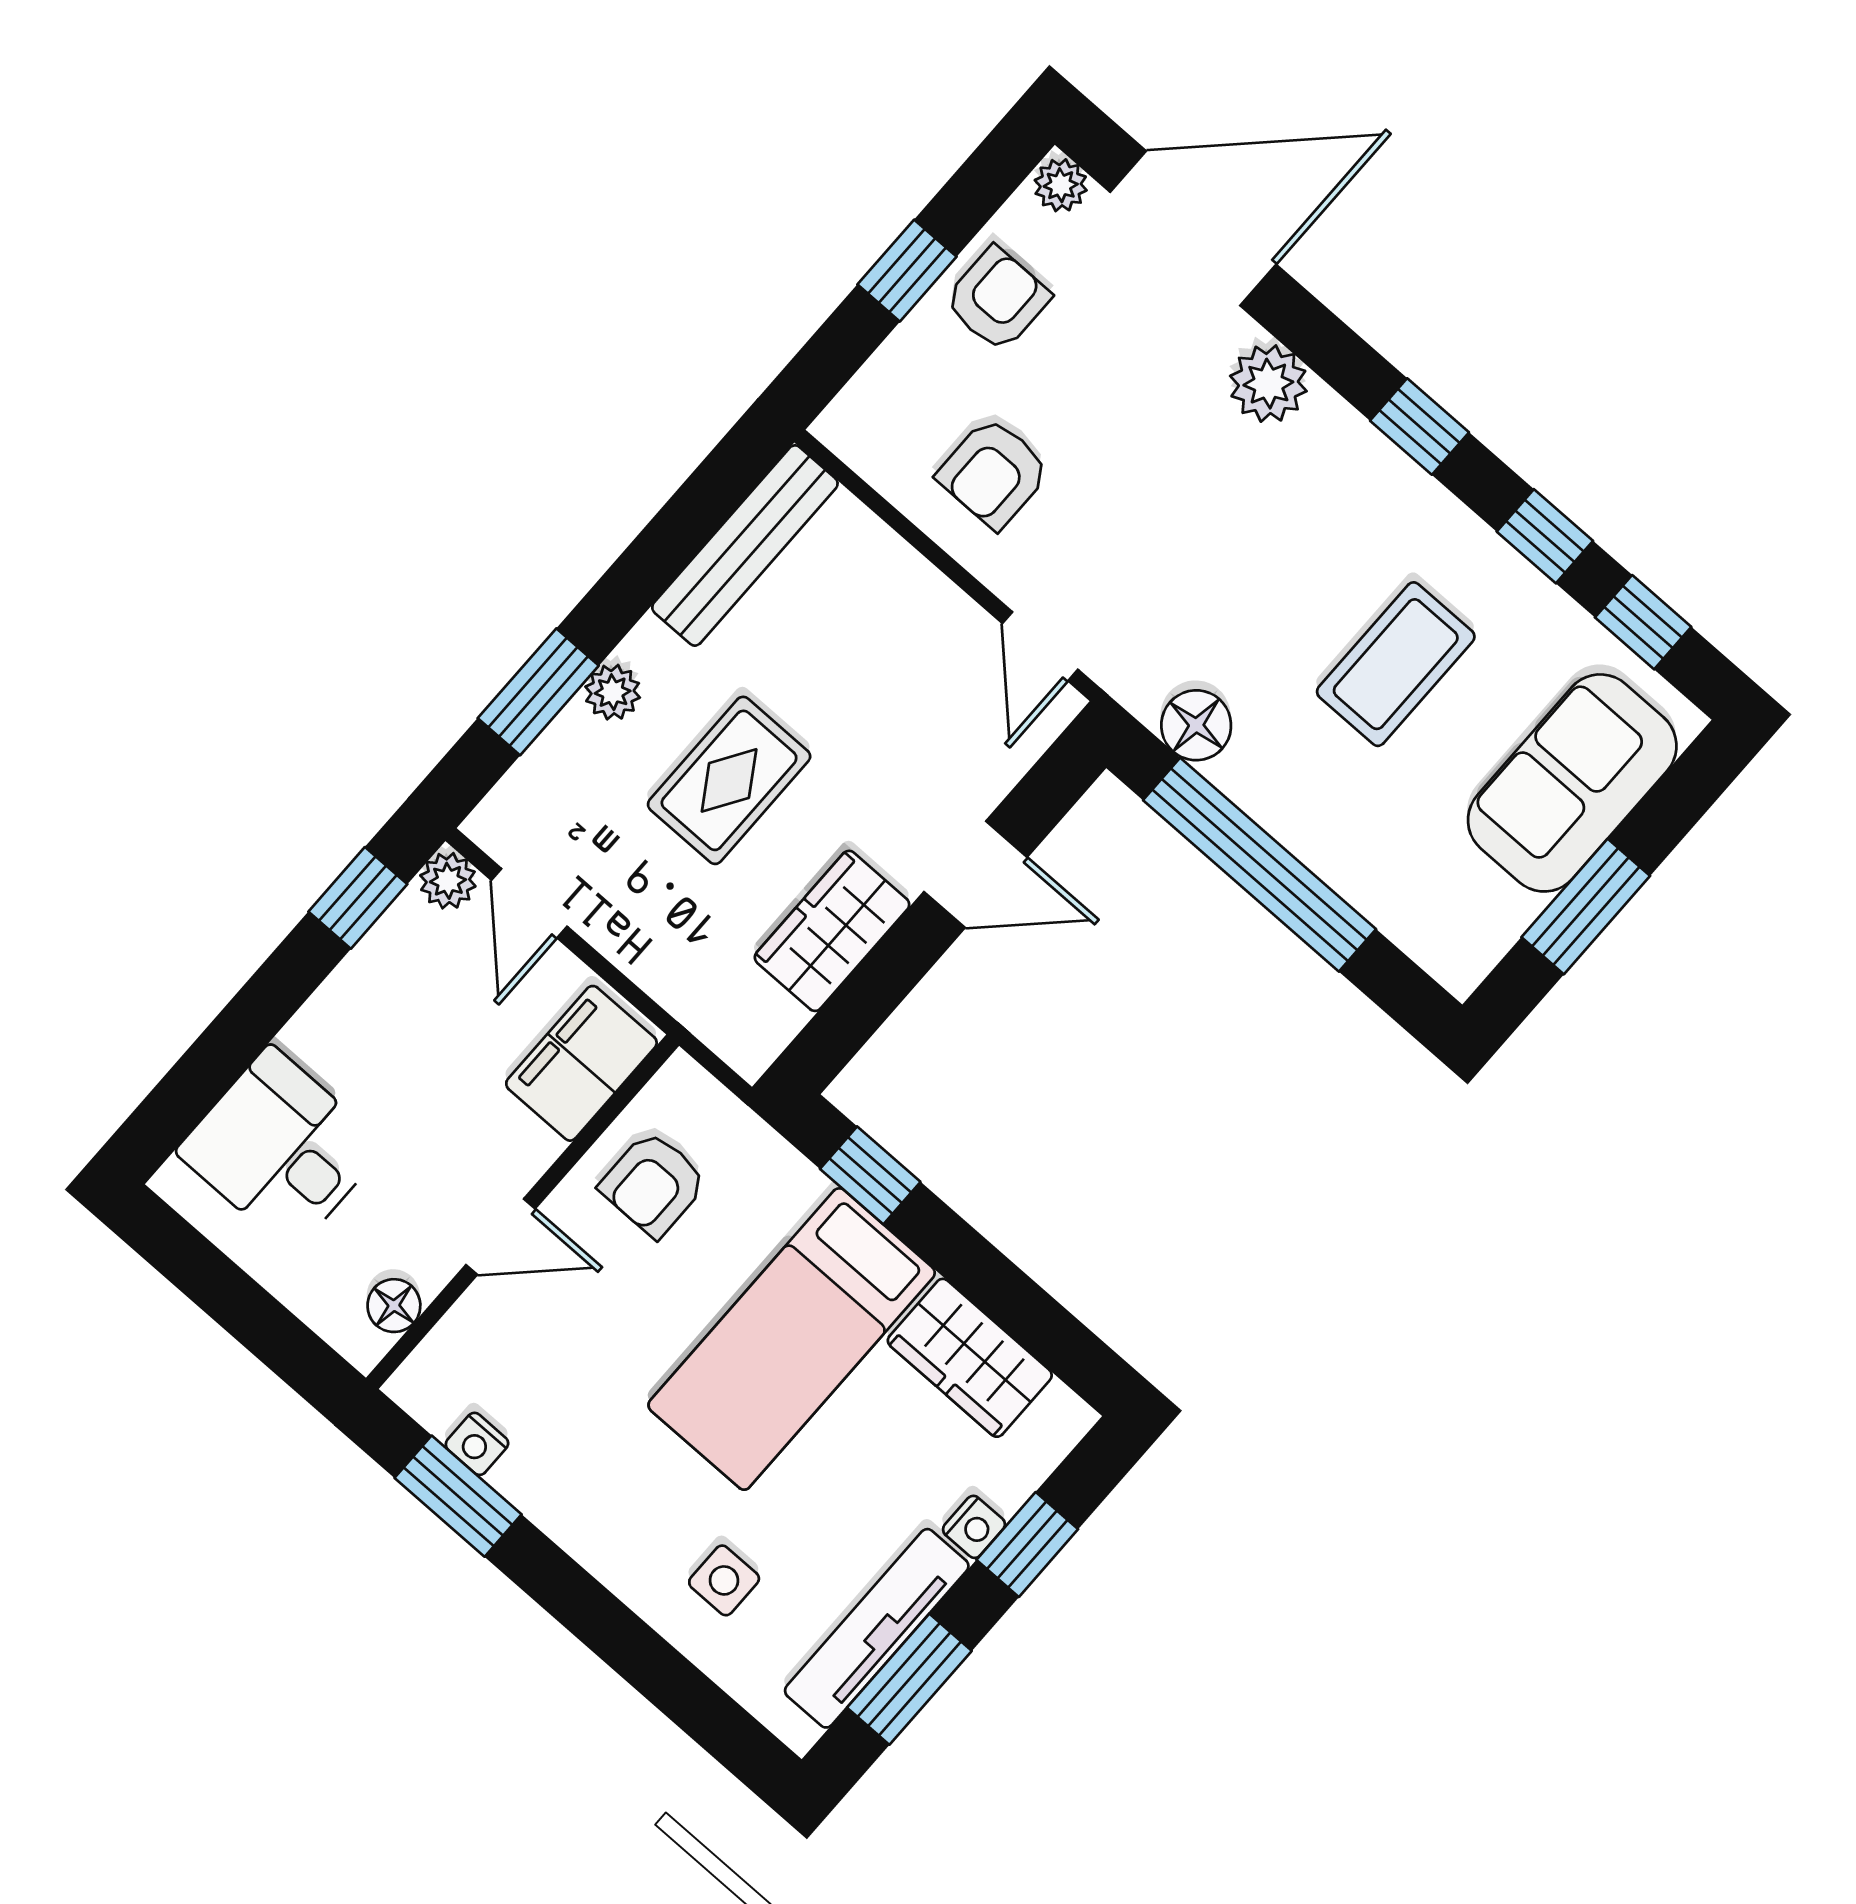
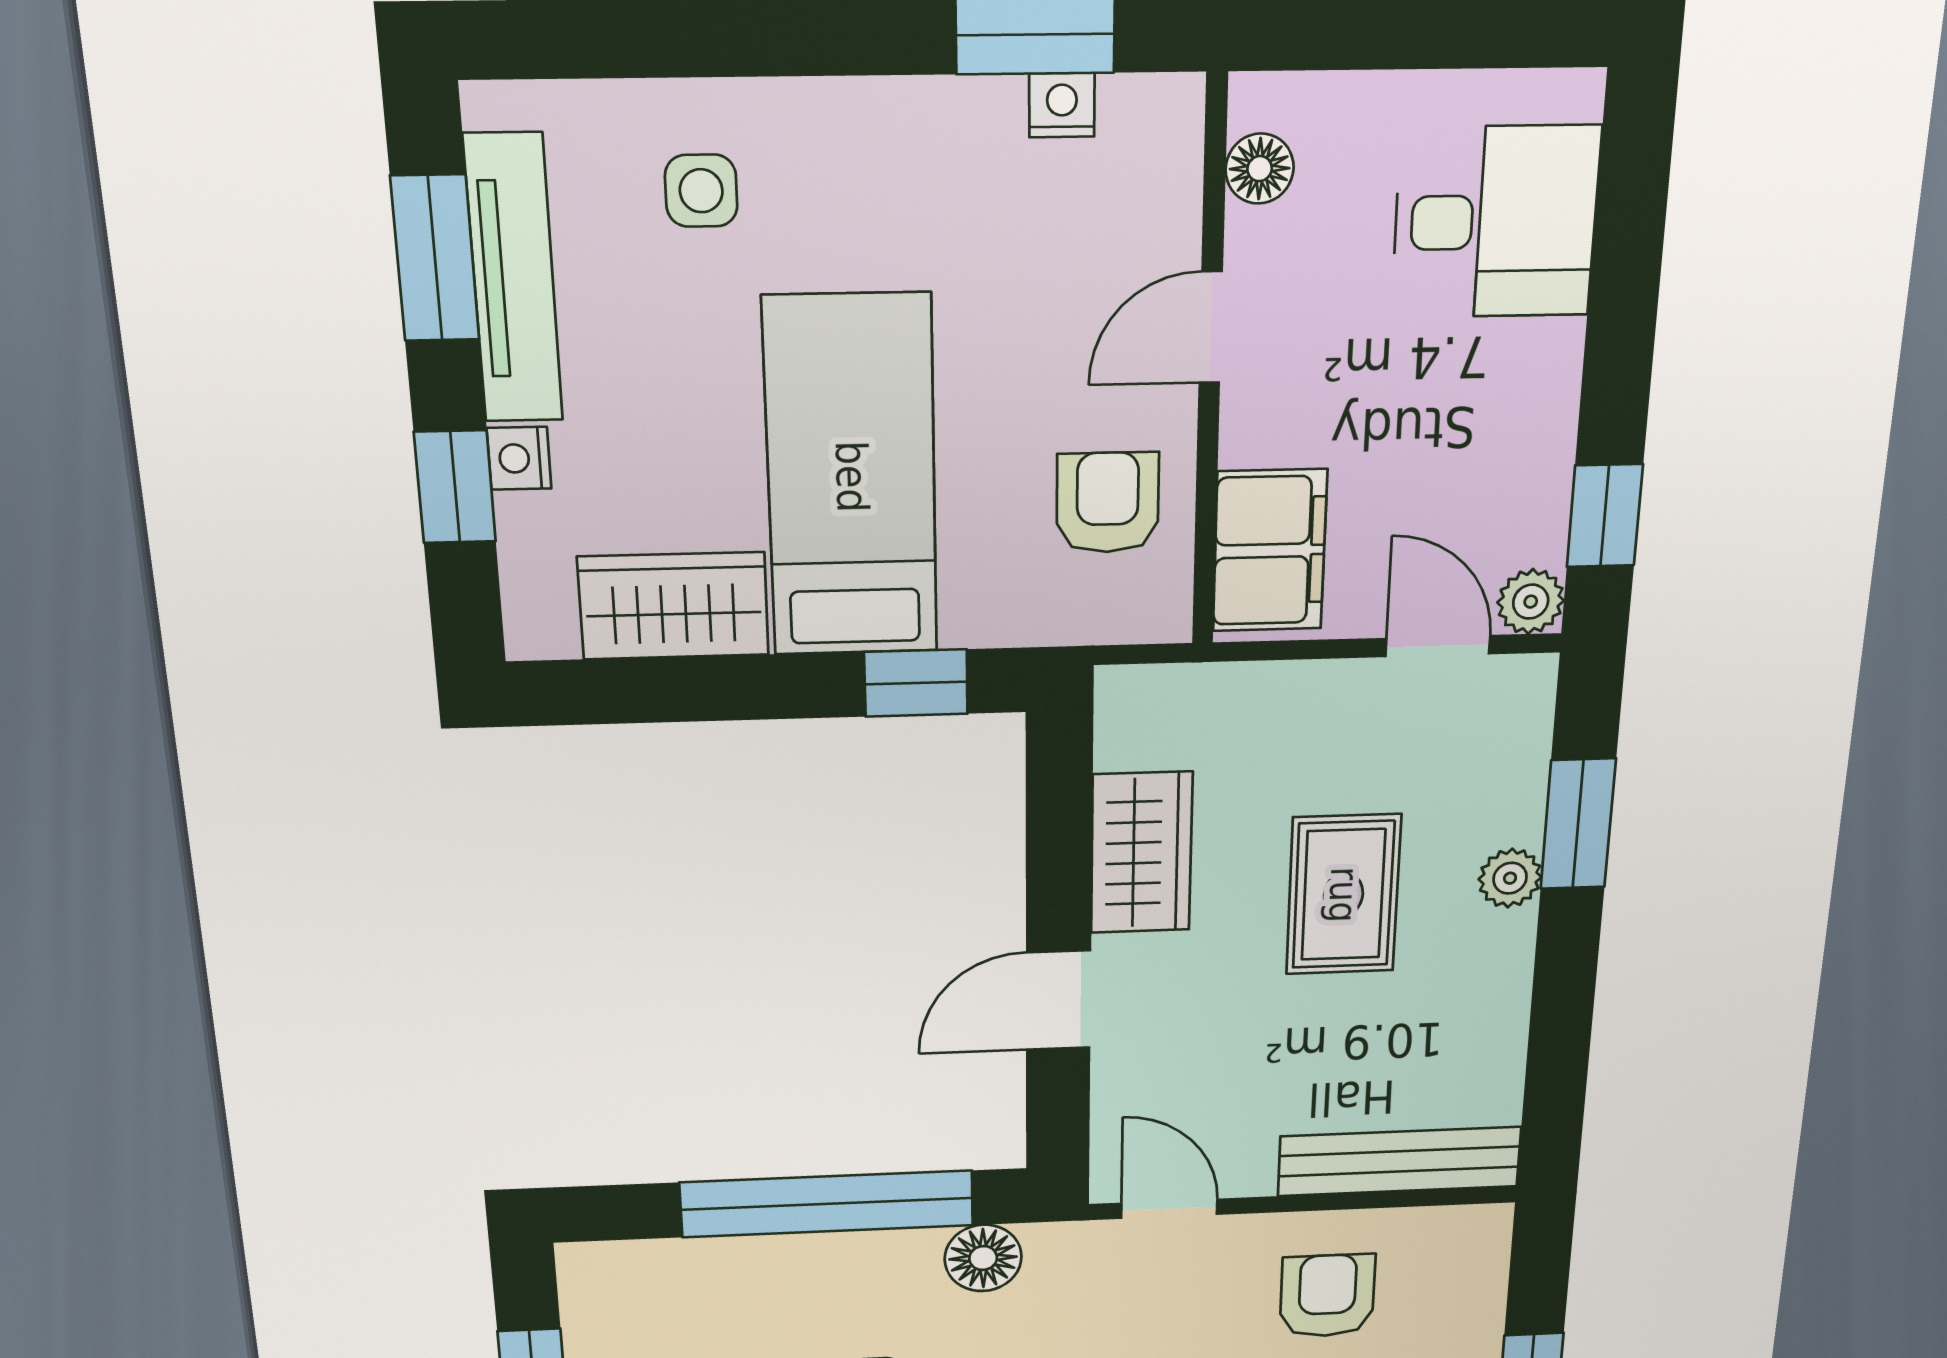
bench: (745, 546) -> (1399, 1161), moved, turned 90

